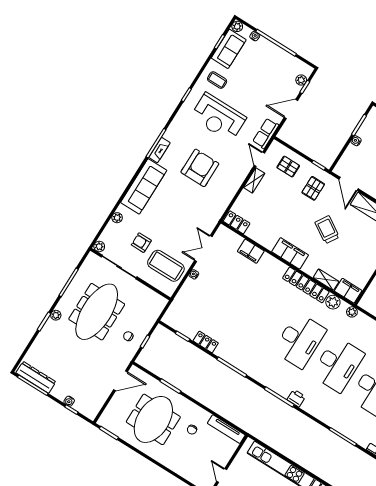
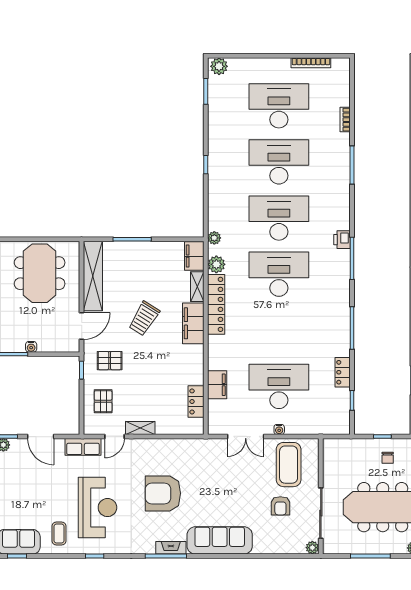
plant: (117, 218) -> (270, 548), removed
locker: (237, 222) -> (196, 401), moved
filing cabinet: (290, 253) -> (193, 323), moved
desk: (223, 293) -> (279, 386), added

